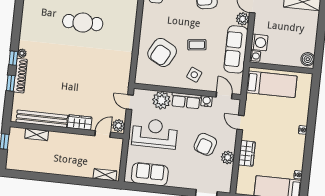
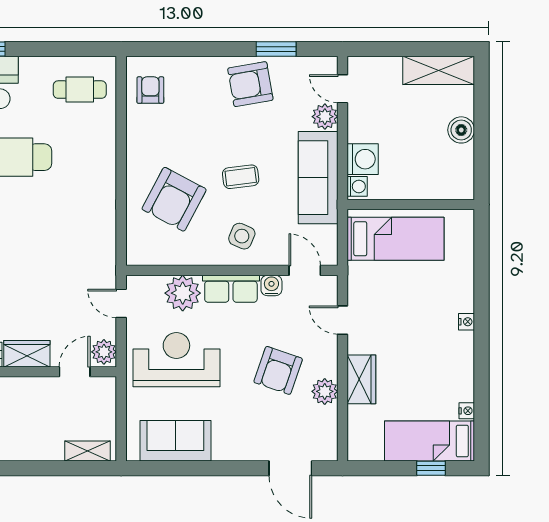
boiler: (308, 59) -> (461, 130), moved

